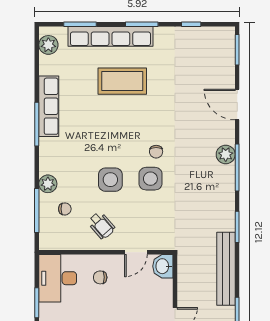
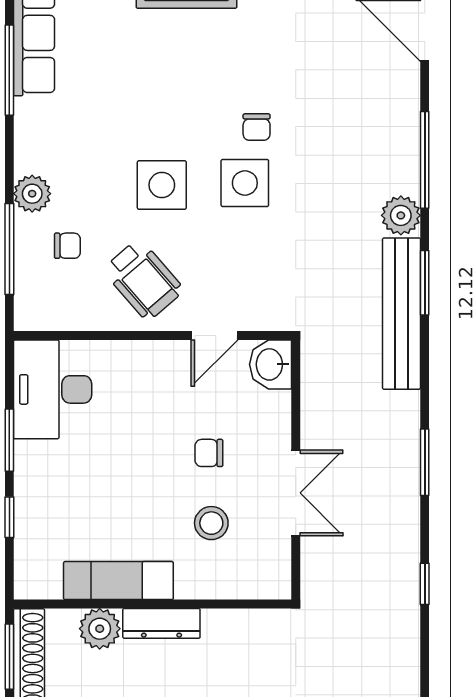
plant: (226, 154) -> (401, 215), moved
wheelchair: (101, 225) -> (143, 280), width x1.36, depth x1.37
bench: (226, 269) -> (401, 314), moved
chair: (100, 277) -> (209, 453), moved

